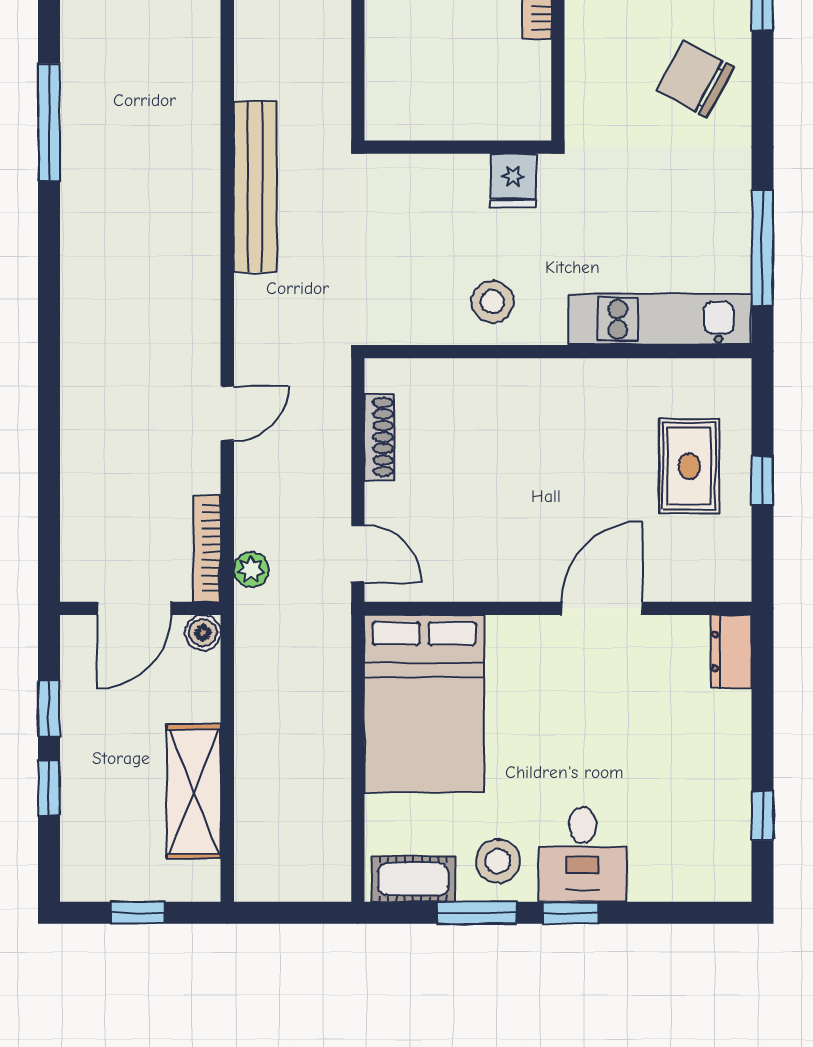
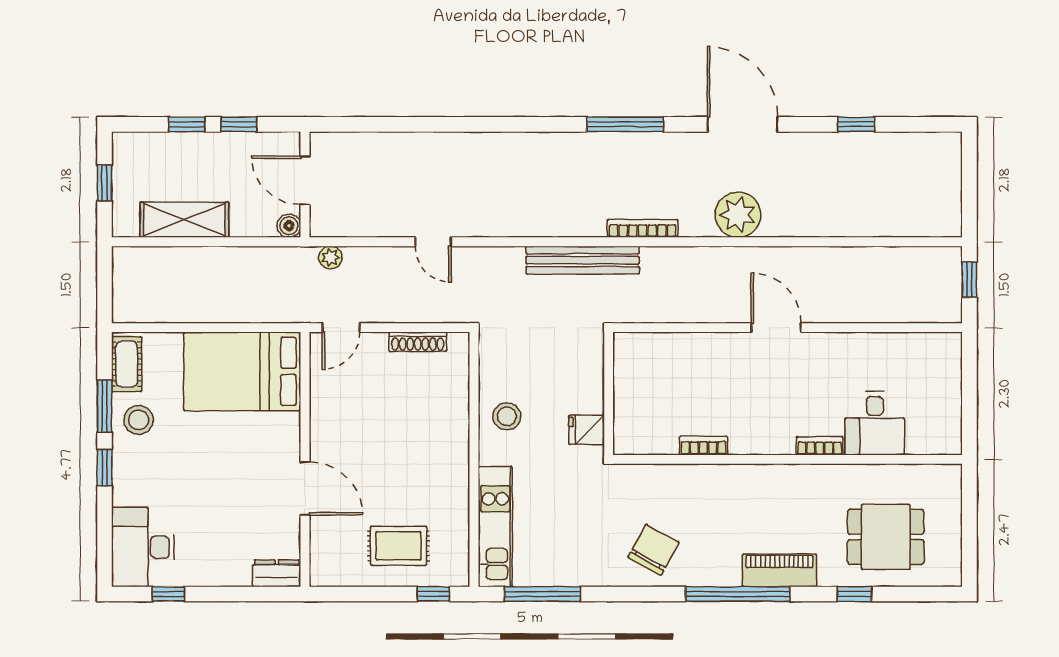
window: (762, 480) -> (433, 594), moved
bookcase: (207, 548) -> (643, 228), moved
desk: (583, 855) -> (143, 547), moved, width x1.37

